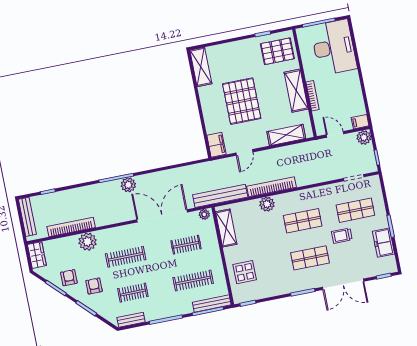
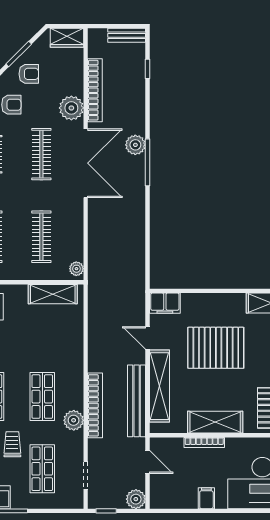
filing cabinet: (360, 122) -> (206, 498), moved
door: (335, 134) -> (148, 462), hinge flipped
shelving: (286, 135) -> (159, 386), width x1.47
plant: (128, 185) -> (135, 145), moved
bookcase: (271, 187) -> (95, 405), moved
bench: (220, 196) -> (137, 401), moved
plant: (267, 204) -> (74, 420), moved
double door: (162, 216) -> (86, 163), moved
bench: (27, 217) -> (127, 35), width x0.73
clothes rail: (186, 245) -> (41, 237), width x1.36

